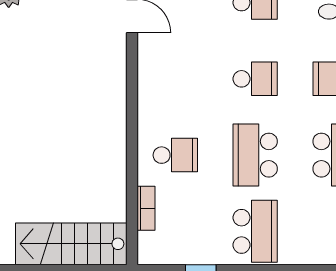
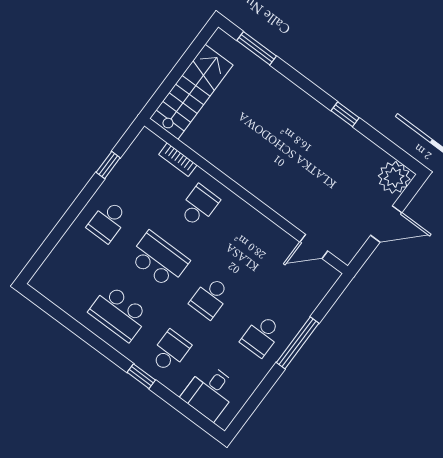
school desk: (175, 155) -> (199, 206), turned 180
school desk: (255, 231) -> (108, 221), width x0.54

